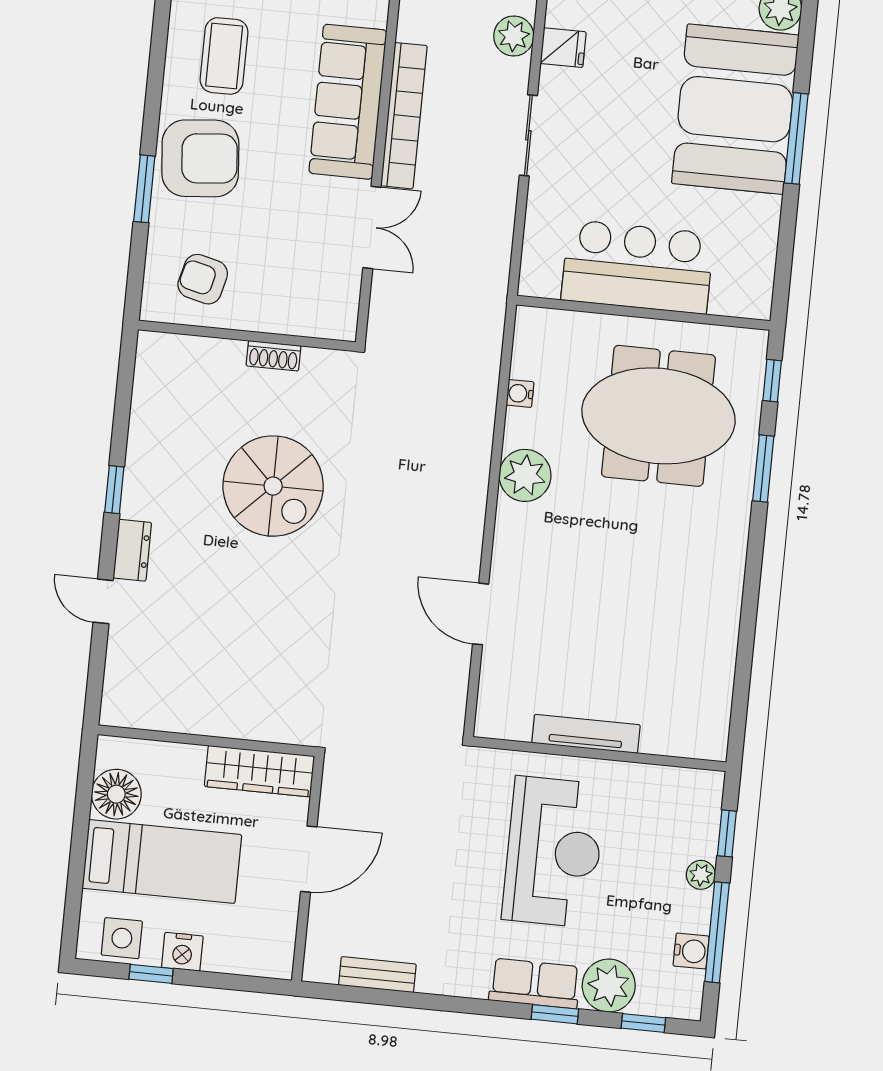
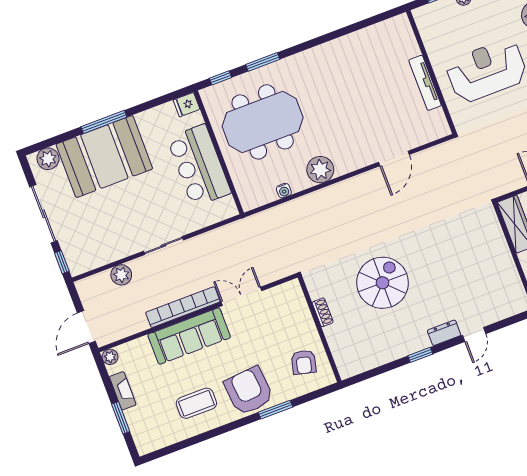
fridge: (563, 48) -> (186, 105), moved, turned -90
meeting table: (658, 416) -> (263, 122), turned 90

